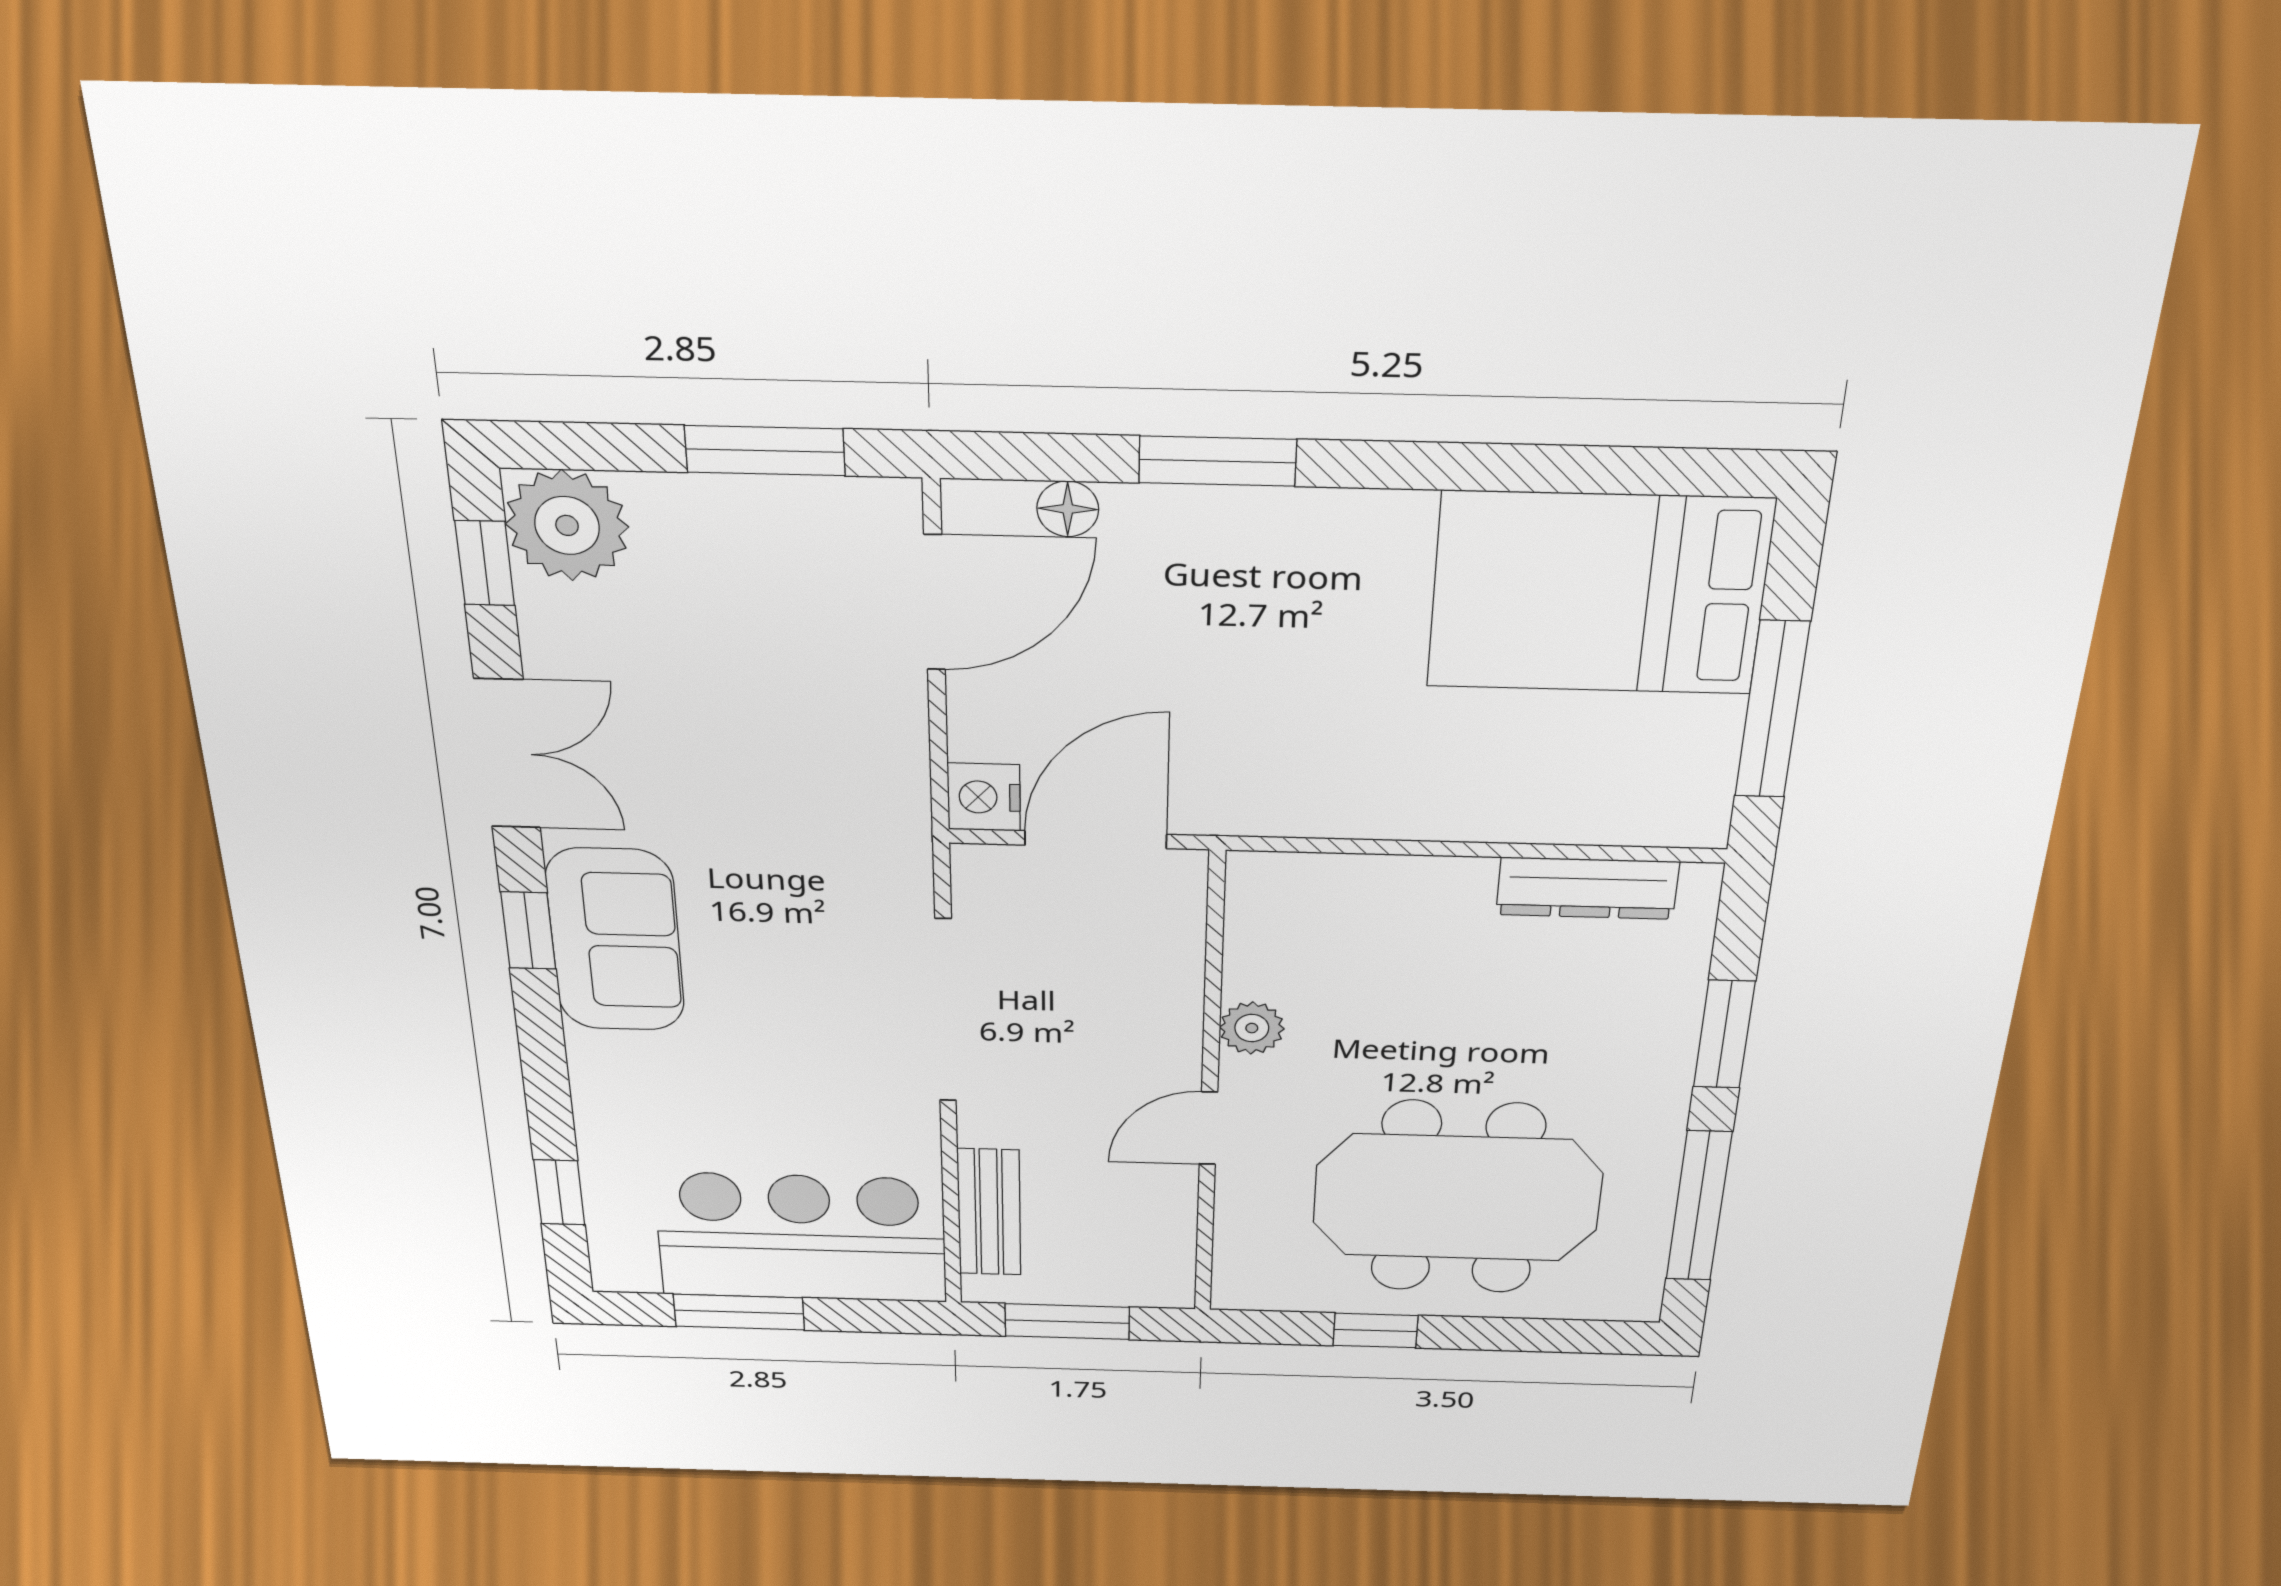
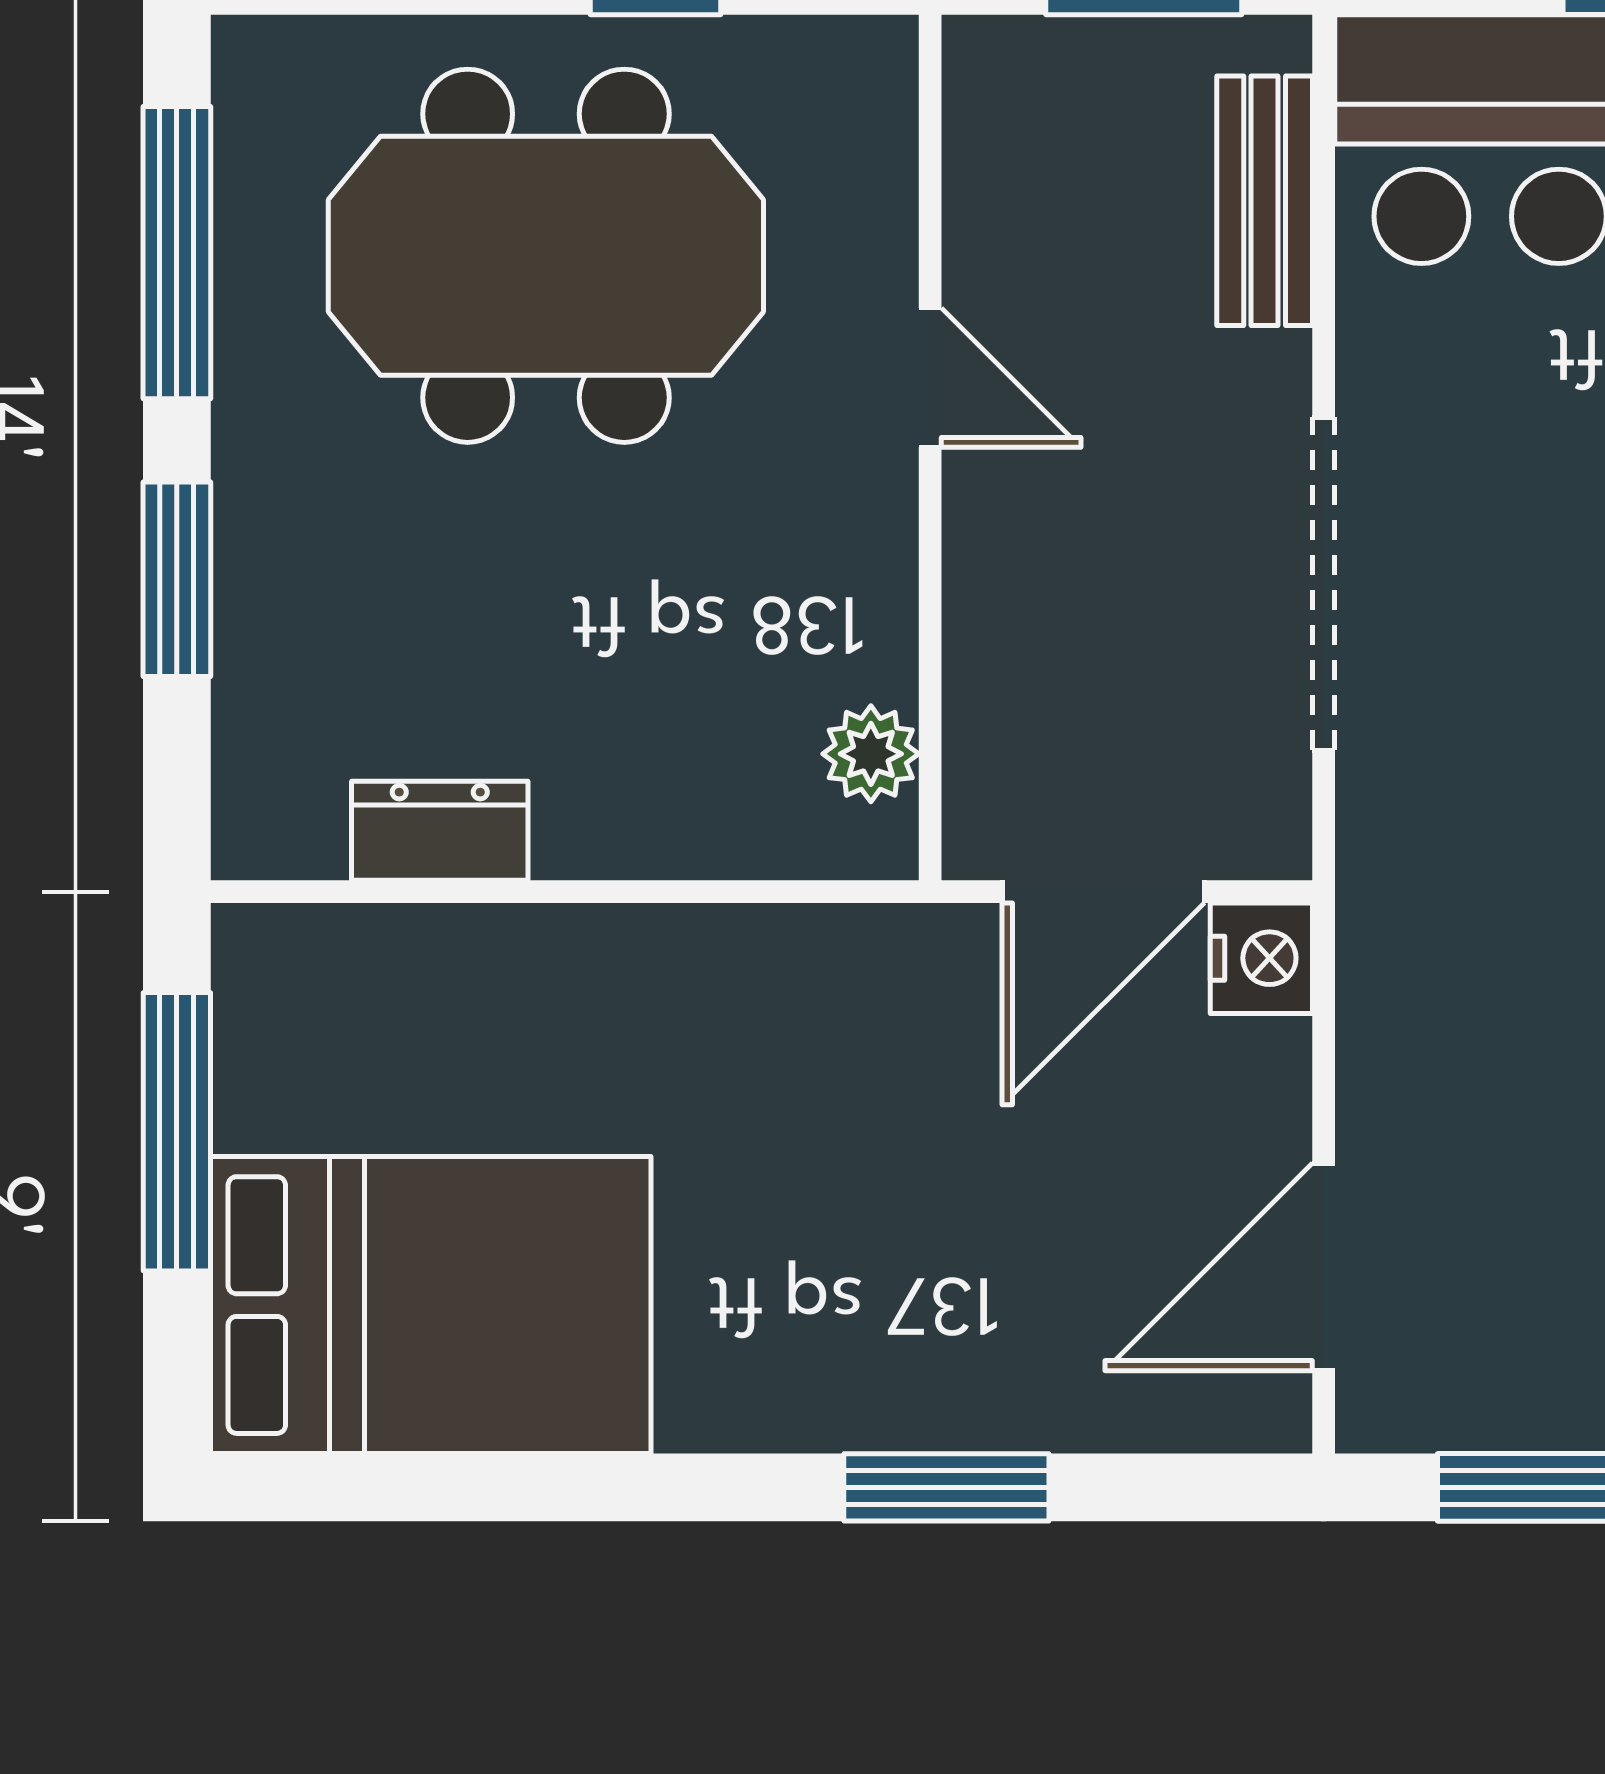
floor lamp: (1068, 509) -> (1143, 1413), removed
dresser: (1587, 888) -> (440, 831), width x0.70
plant: (1252, 1028) -> (871, 754), moved
door: (1208, 1128) -> (930, 378), hinge flipped

